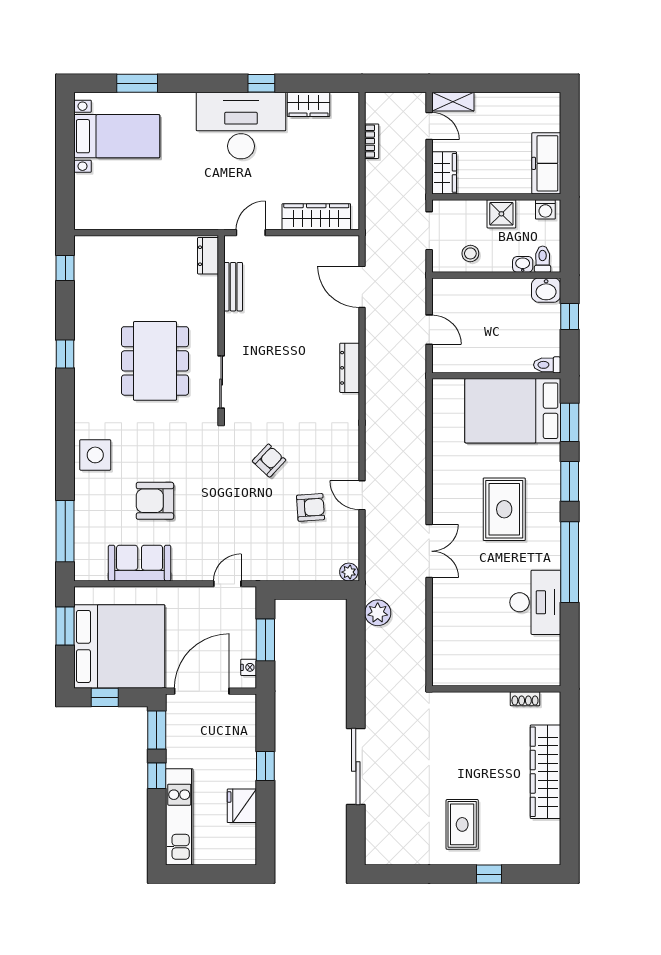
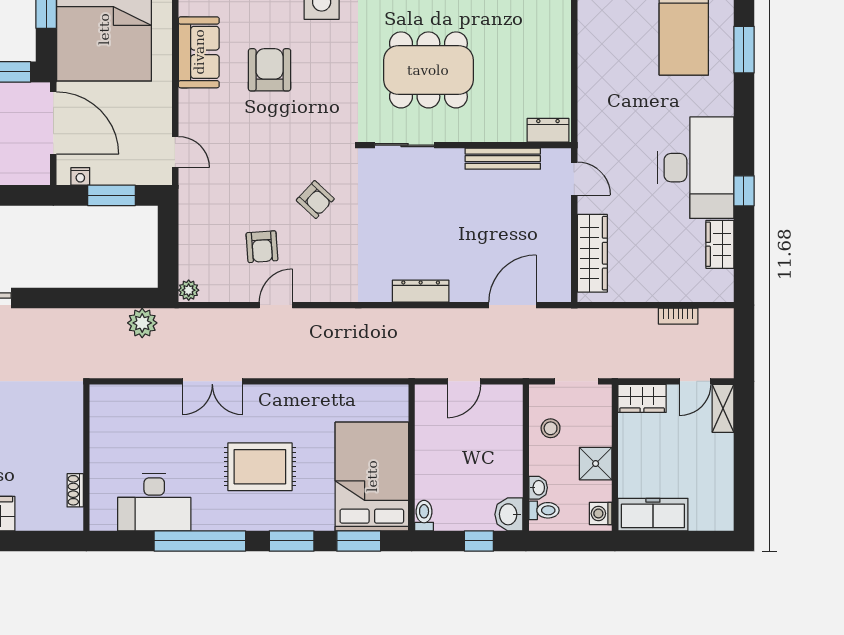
bench: (233, 287) -> (503, 159), width x1.36
wall: (496, 689) -> (86, 458), moved
shoe rack: (525, 699) -> (75, 490), moved

